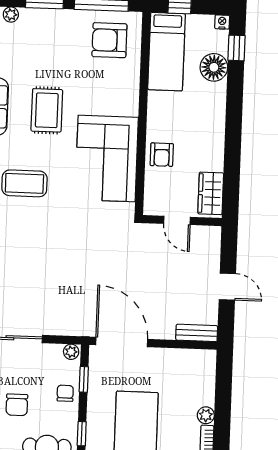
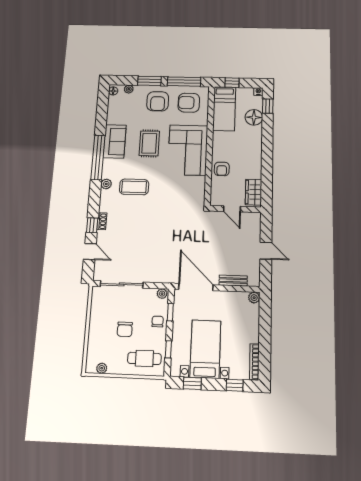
armchair: (59, 37) -> (158, 101), added
corner sofa: (107, 158) -> (188, 150), moved
bench: (197, 333) -> (233, 281), moved
plant: (206, 415) -> (254, 298), moved

